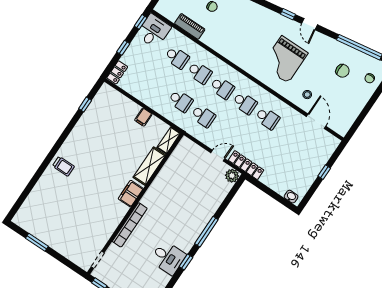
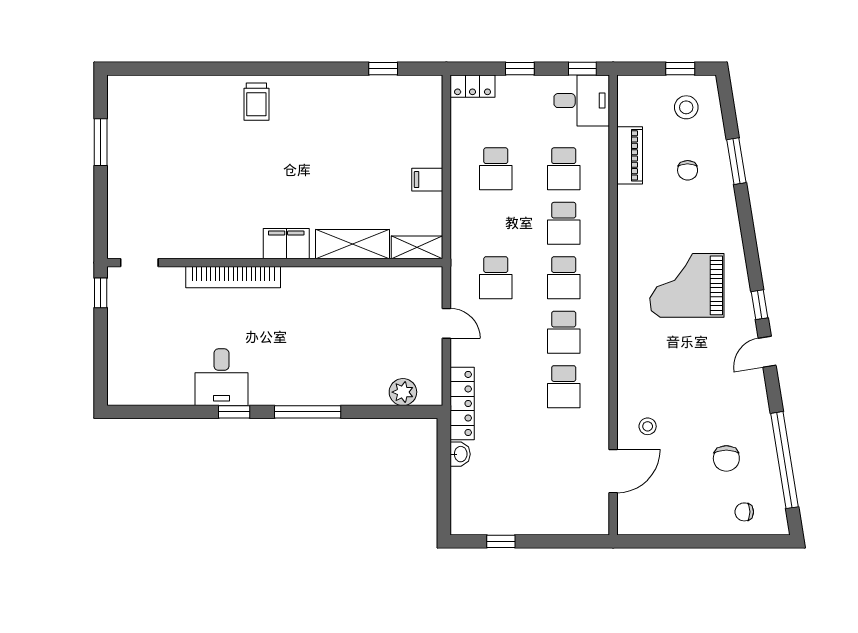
grand piano: (285, 59) -> (687, 285), moved
school desk: (181, 101) -> (496, 169), moved
door: (218, 156) -> (446, 323), moved
window: (324, 172) -> (501, 541), moved
plant: (232, 176) -> (403, 392), moved
washbasin: (291, 197) -> (460, 454), moved

